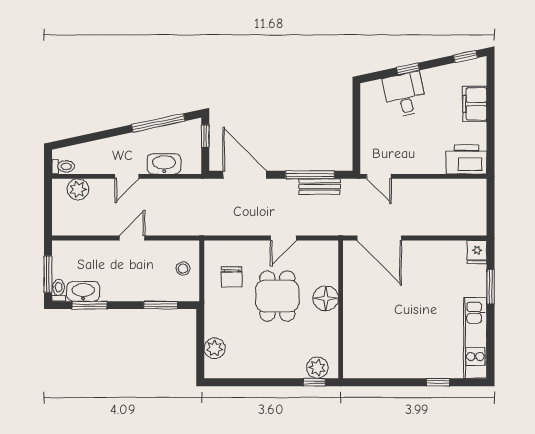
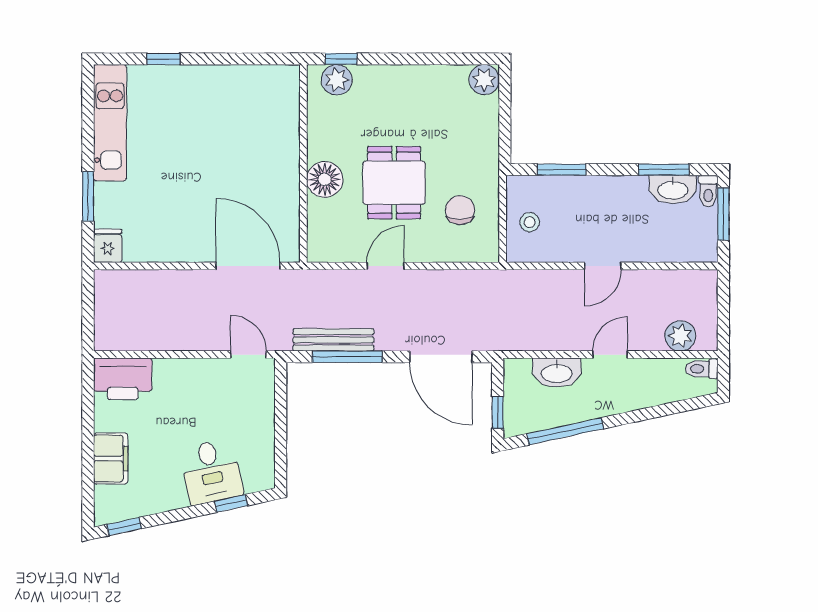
window: (408, 69) -> (231, 503), moved
bench: (320, 187) -> (333, 340), width x1.36
plant: (215, 348) -> (484, 80), moved

